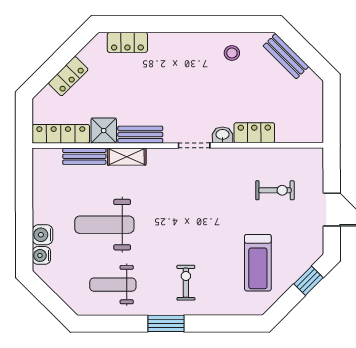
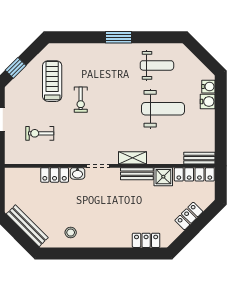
bench: (286, 56) -> (27, 226), width x1.36
bench: (84, 156) -> (199, 158), moved
shelving: (127, 157) -> (133, 158), moved
exercise bike: (186, 283) -> (81, 100), moved

